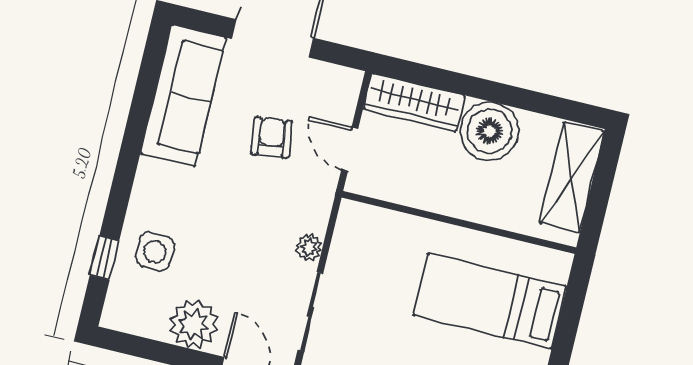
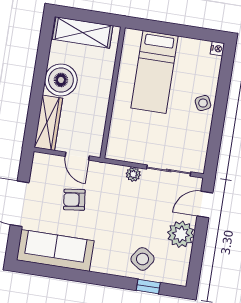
door: (350, 149) -> (77, 156), hinge flipped
side table: (155, 252) -> (143, 259), turned 35

